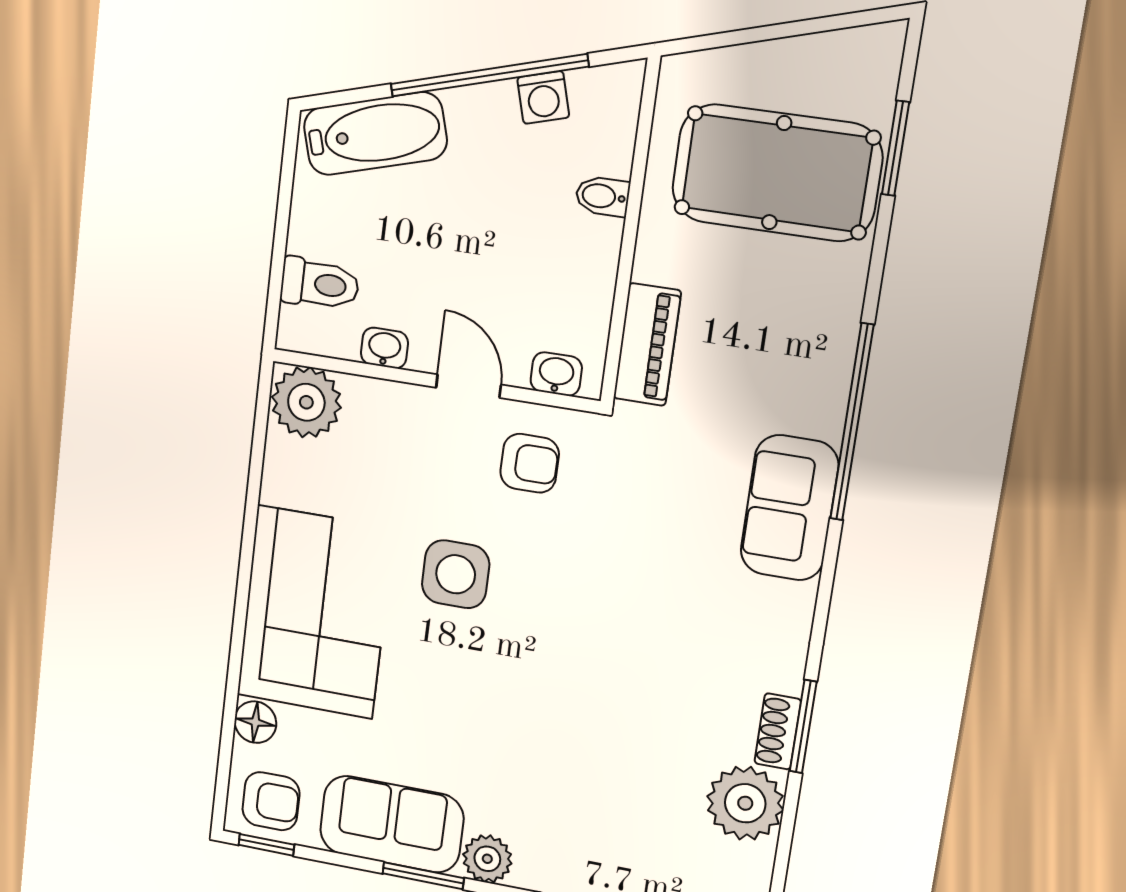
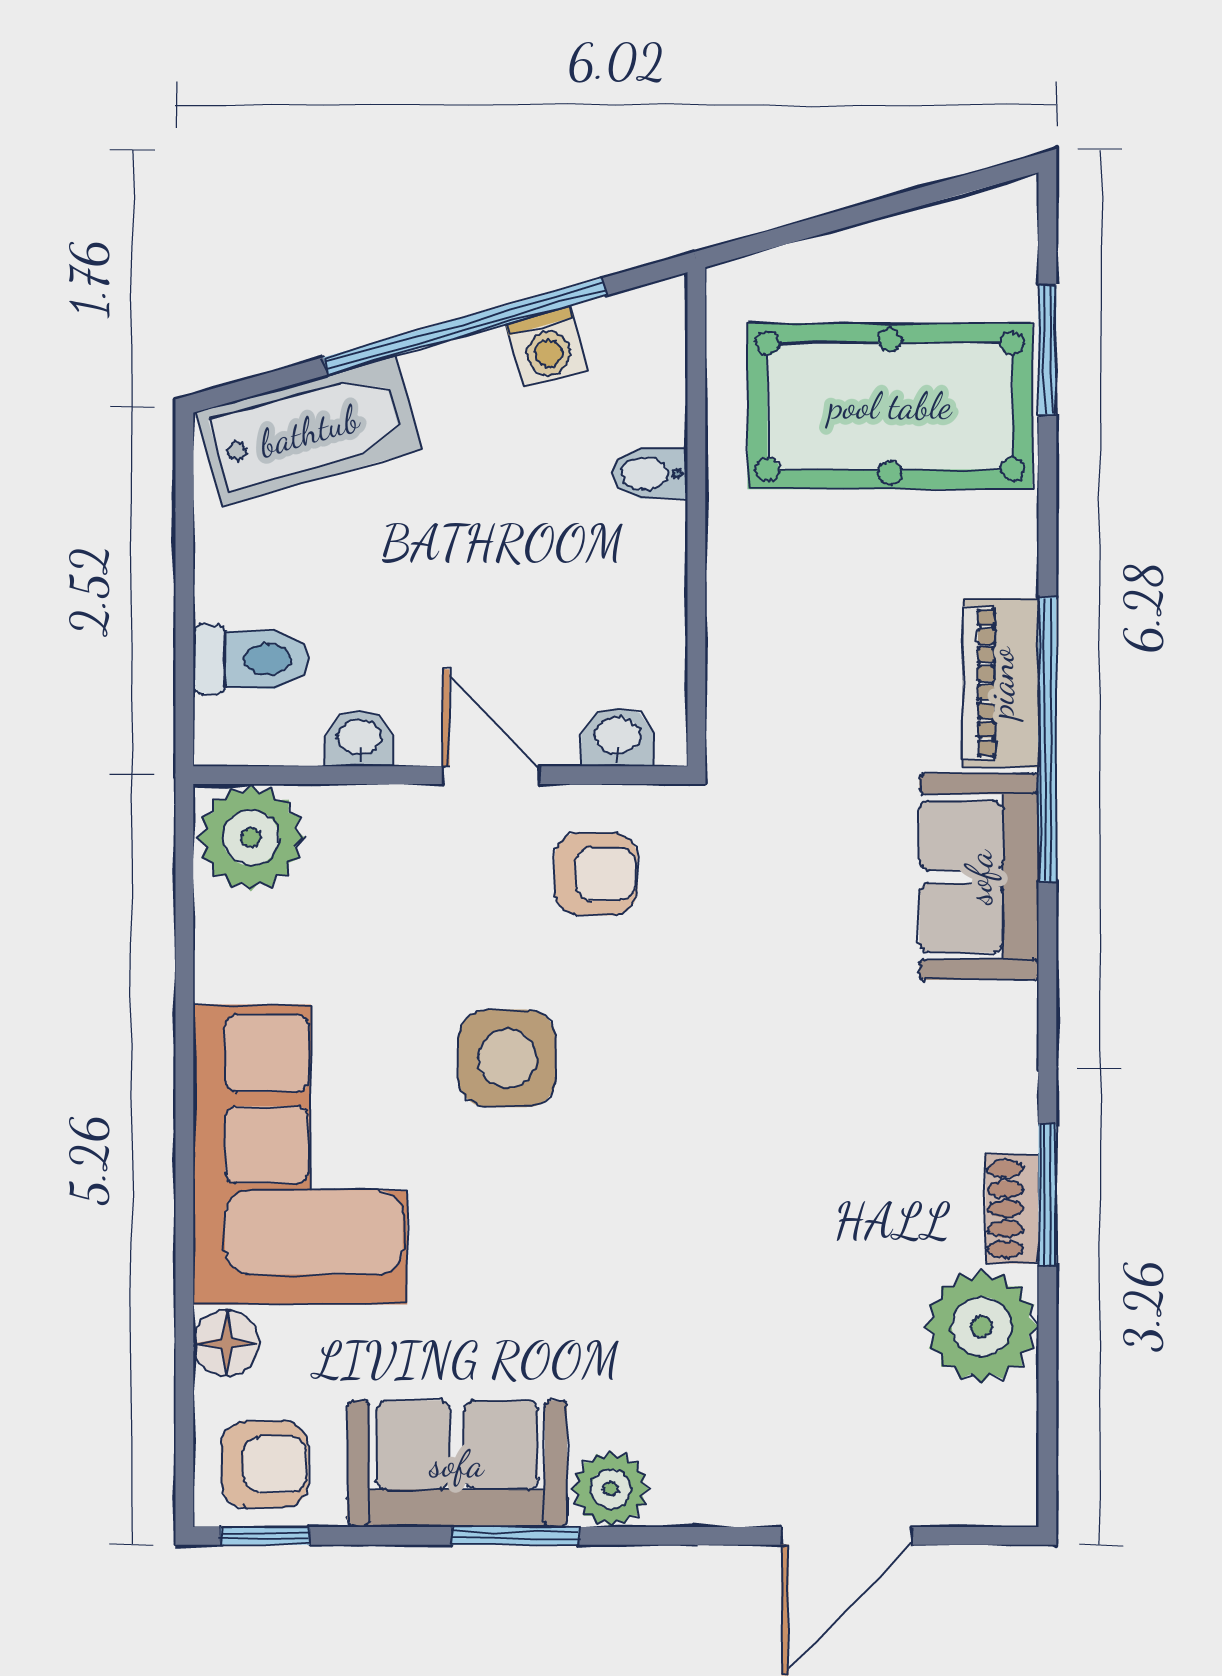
piano: (647, 345) -> (1001, 683), moved, turned 180

